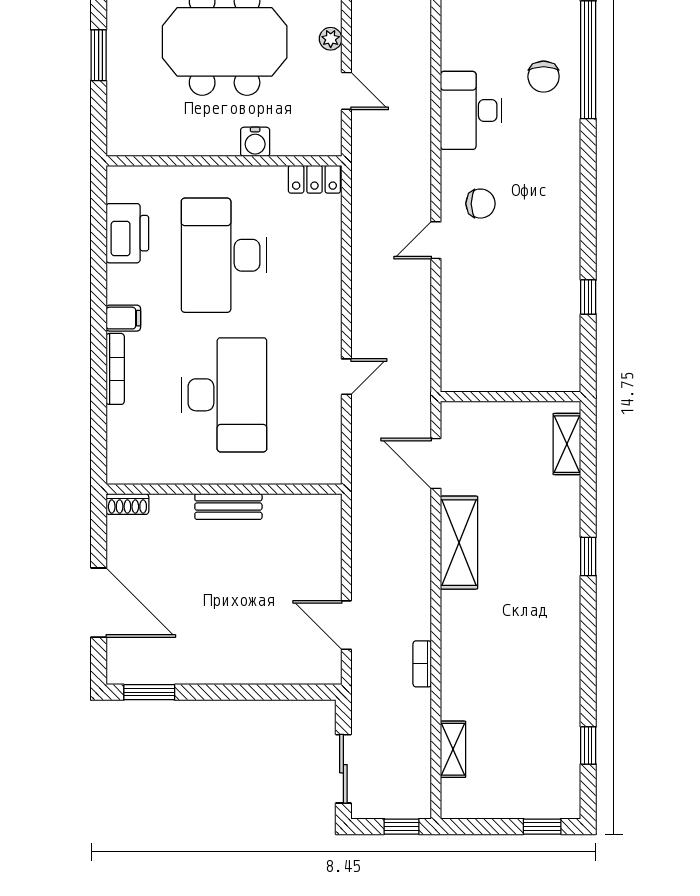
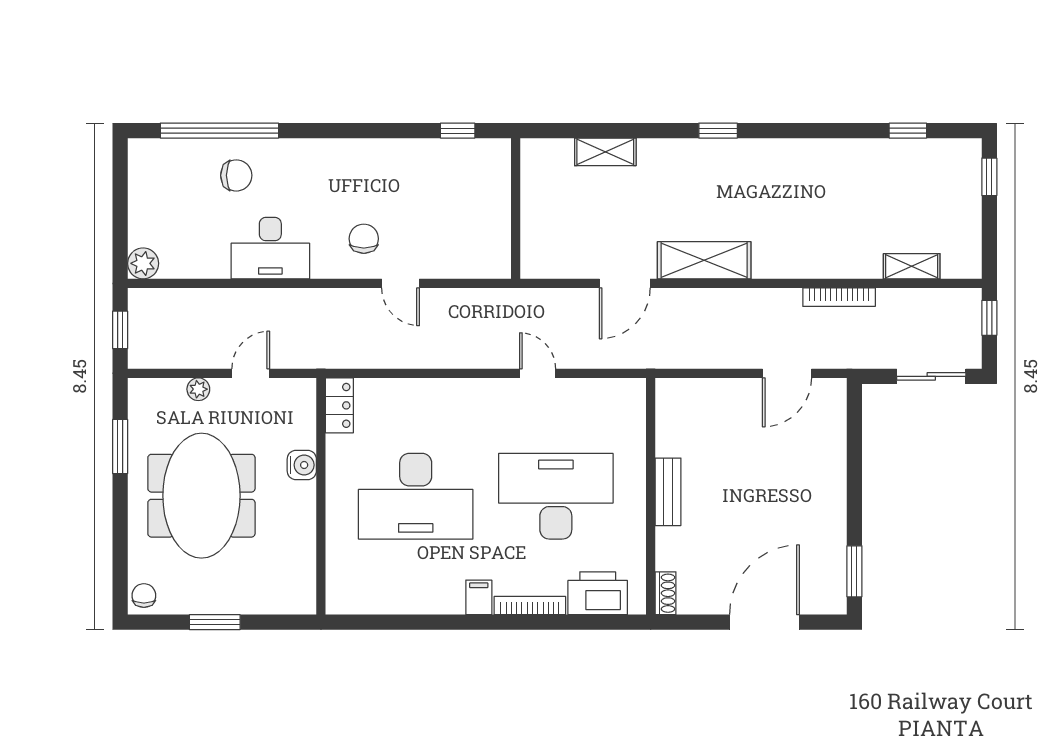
printer: (127, 233) -> (598, 593), moved
wall: (511, 397) -> (516, 208), moved
bookcase: (422, 664) -> (839, 297), width x1.56

